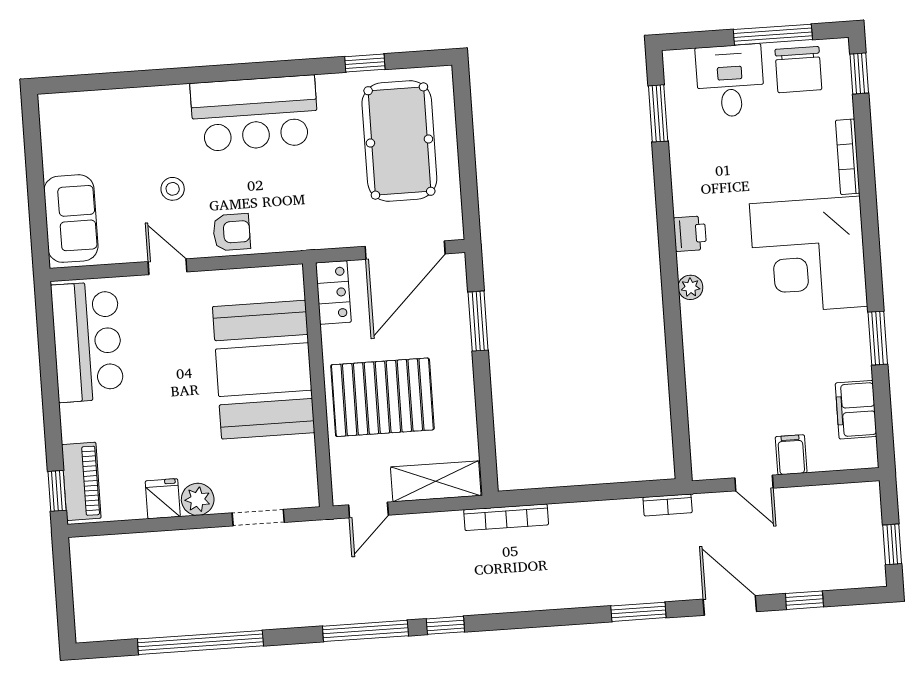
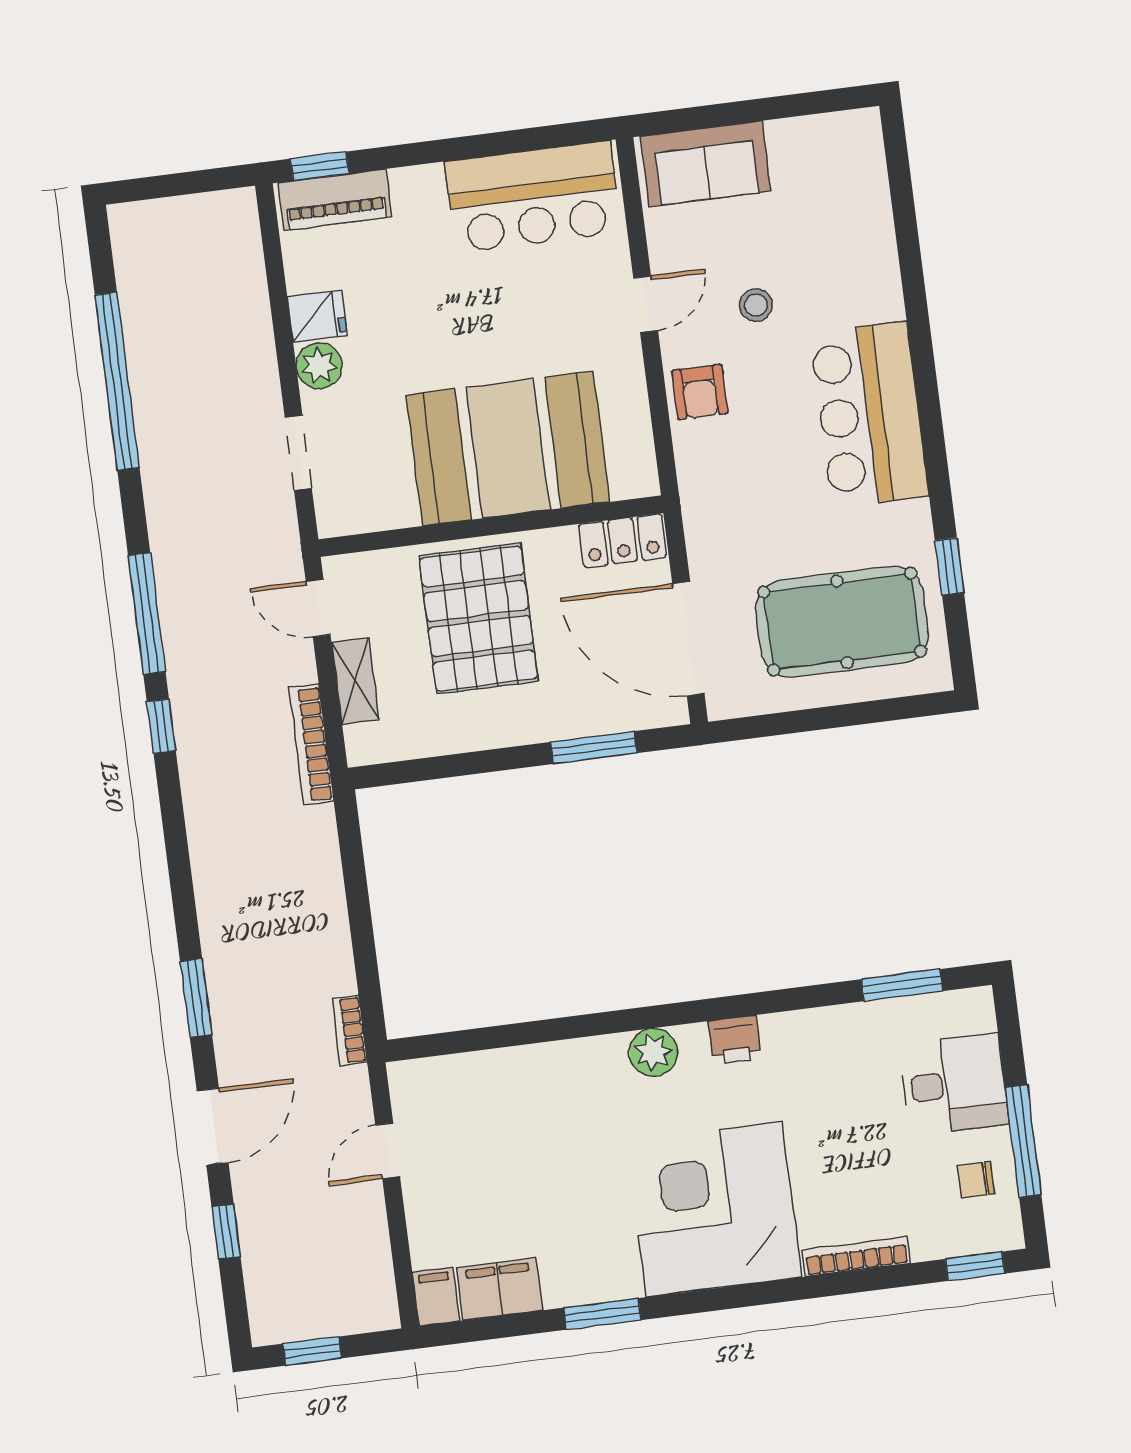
chair: (798, 70) -> (976, 1180), width x0.54, depth x0.54
plant: (690, 287) -> (653, 1052), width x1.38, depth x1.38
filing cabinet: (791, 455) -> (436, 1296), moved, turned -90
shelving: (436, 481) -> (355, 681), width x0.67, depth x0.75
bookcase: (506, 517) -> (311, 745), moved

